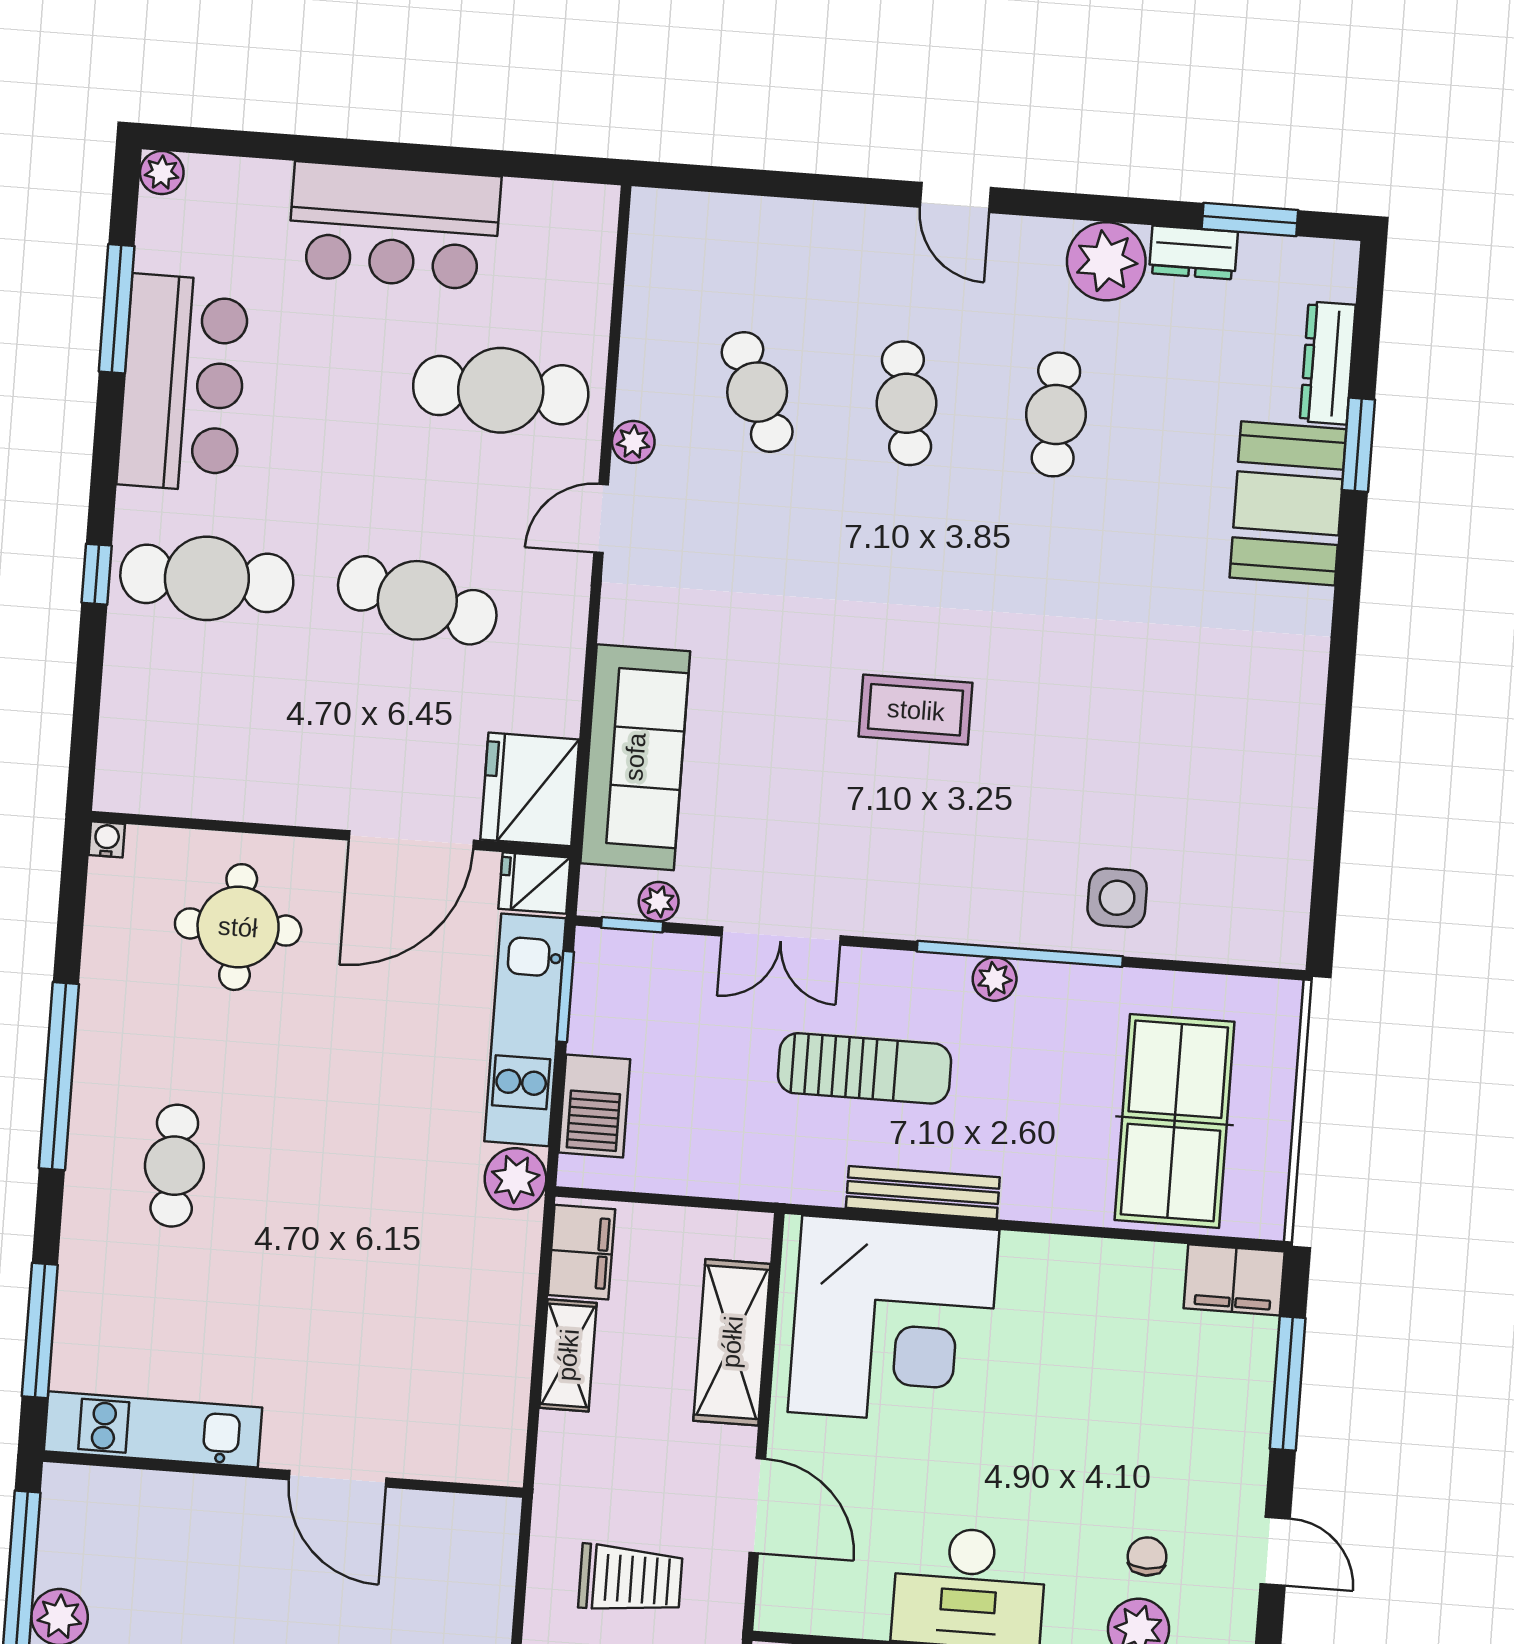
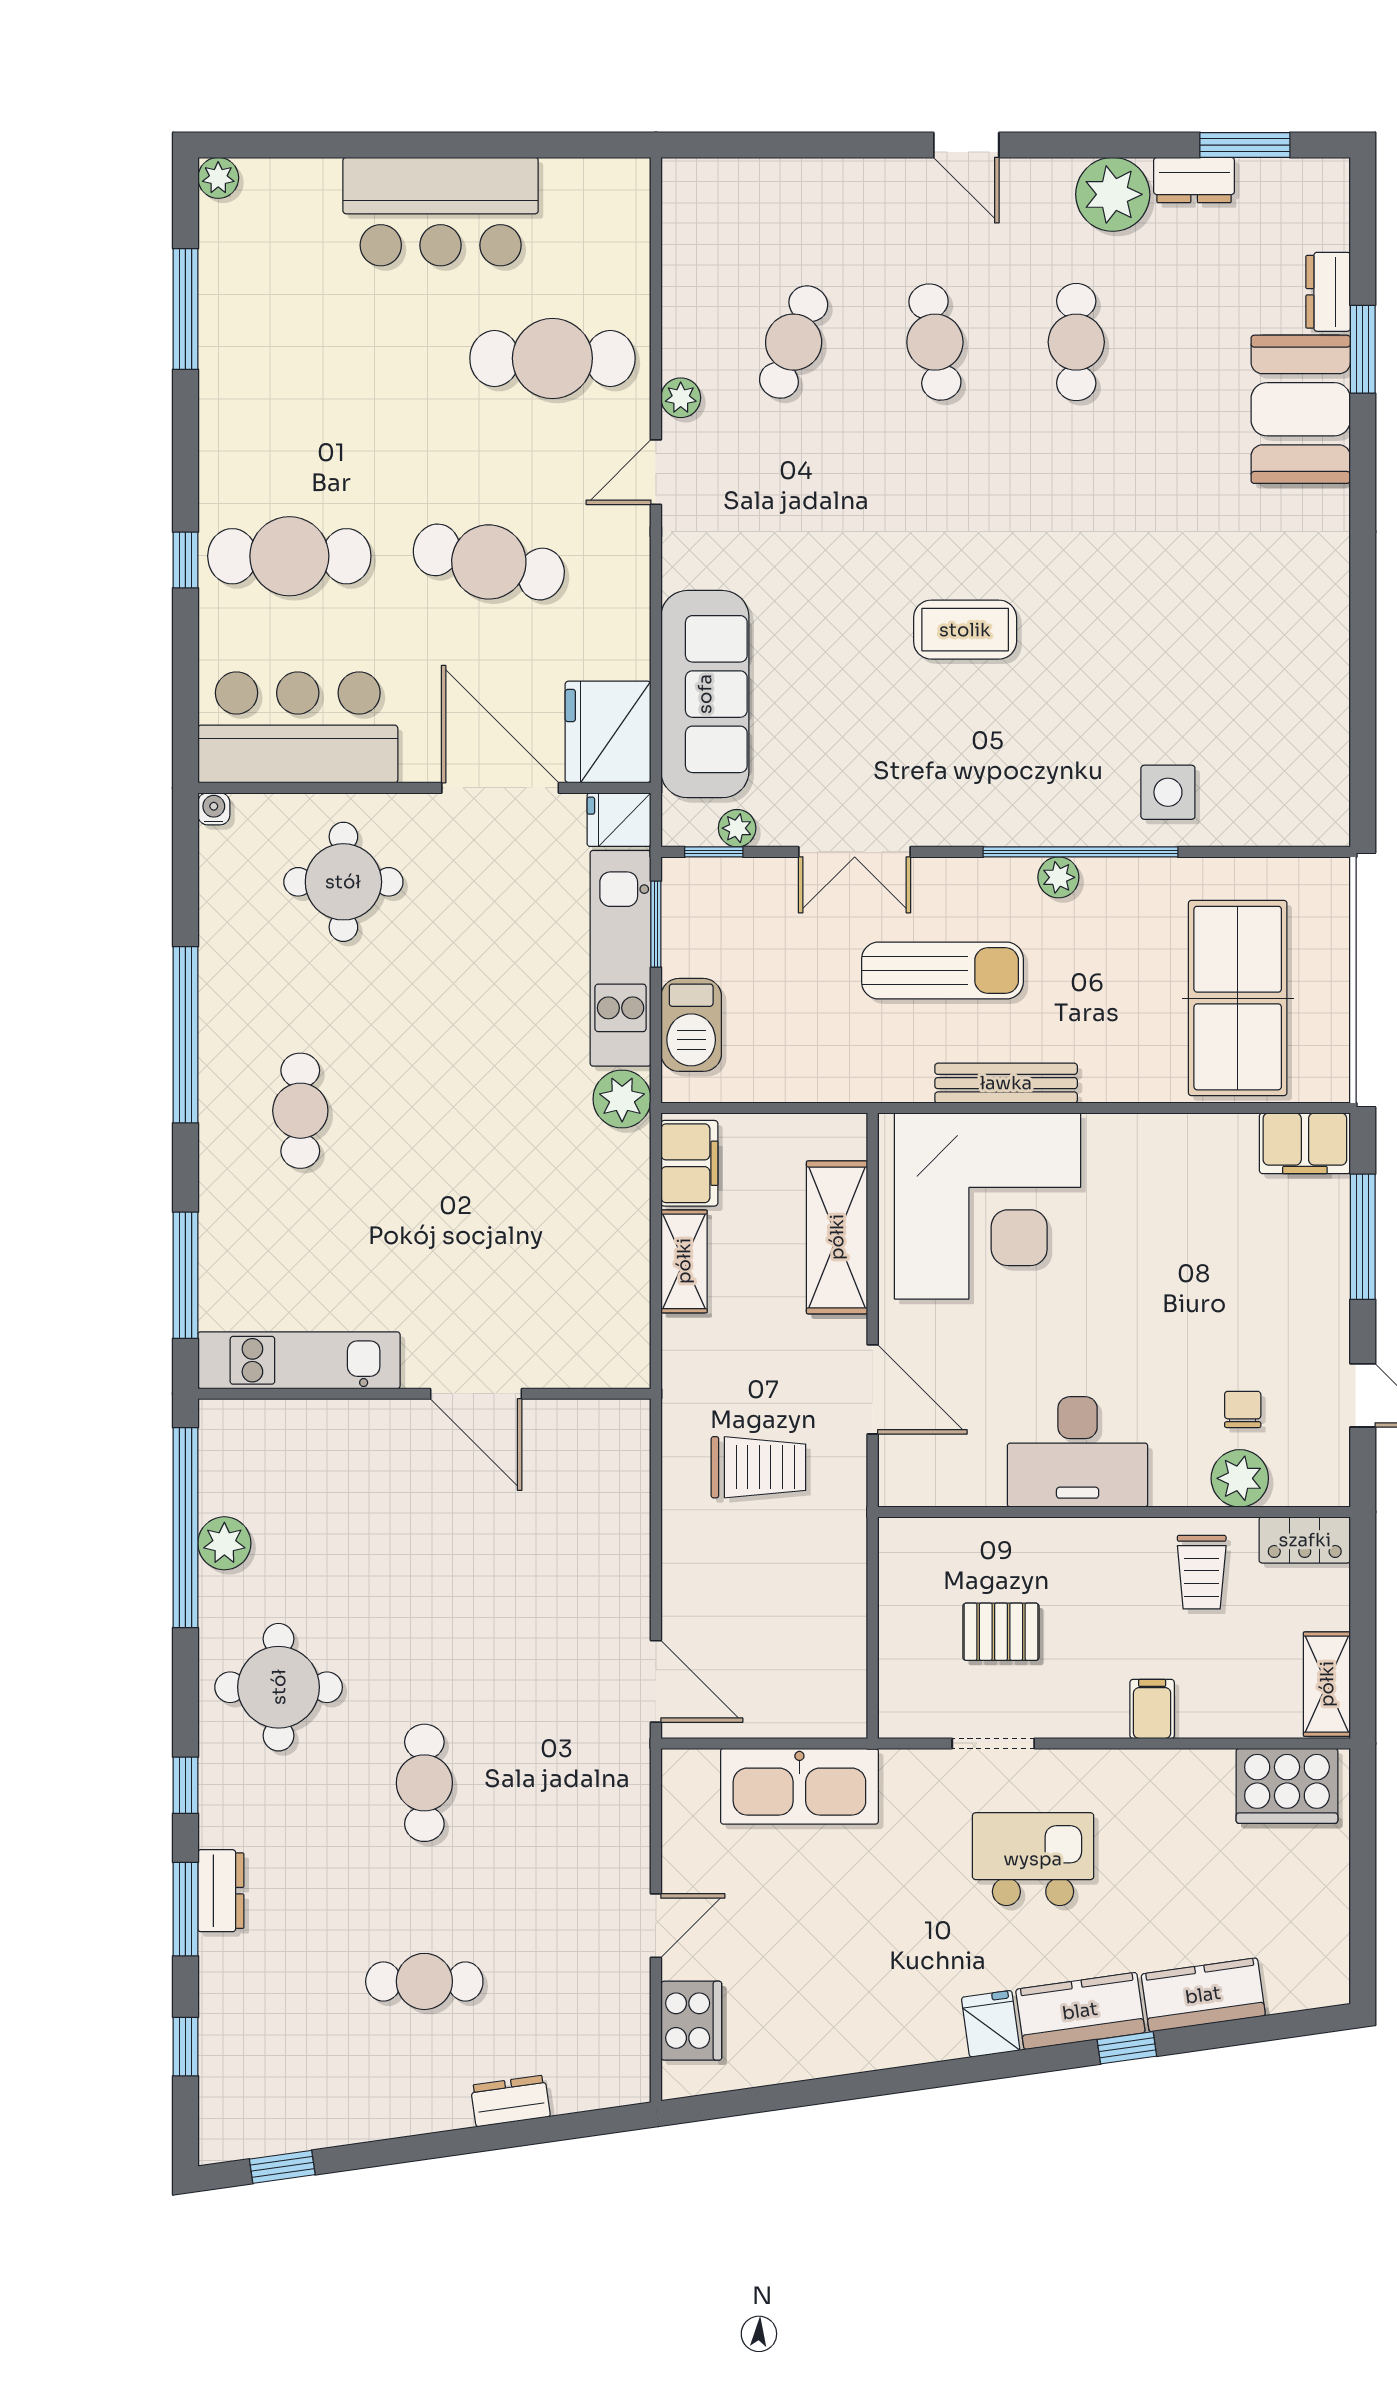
dresser: (1328, 363) -> (1328, 292), width x0.70
bar counter: (183, 383) -> (298, 727), moved, turned -90
cafe table: (757, 392) -> (794, 342), turned 45
door: (411, 840) -> (500, 788), swing flipped

